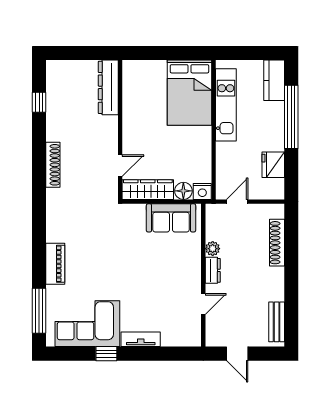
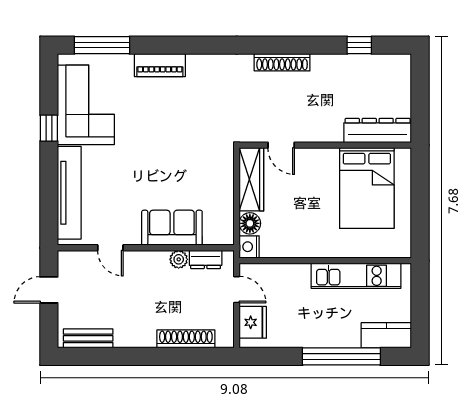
bed: (189, 93) -> (367, 188), moved, turned -90
fridge: (273, 165) -> (253, 322), moved, turned 90
sofa: (171, 218) -> (172, 228), moved, turned 90
dresser: (213, 270) -> (206, 259), moved
tv unit: (141, 339) -> (69, 193), width x1.92, depth x1.29

